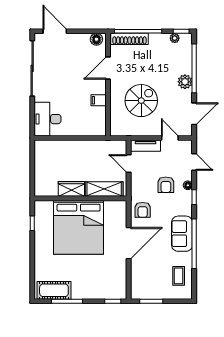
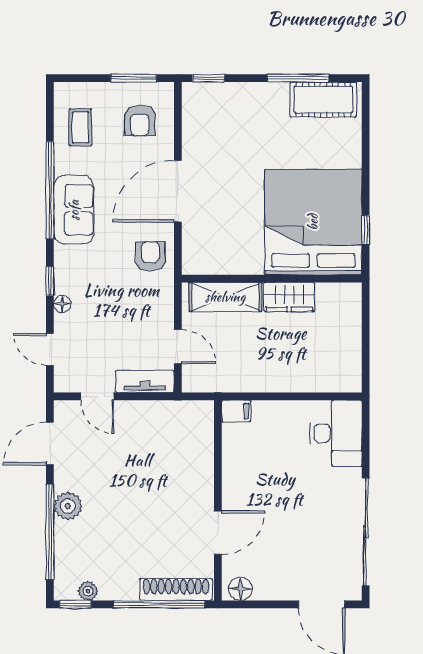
filing cabinet: (99, 100) -> (236, 411), moved
spiral stairs: (141, 101) -> (153, 469), removed
armchair: (166, 185) -> (140, 121), moved, turned 180
bed: (79, 227) -> (313, 222), moved

